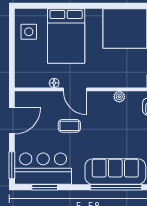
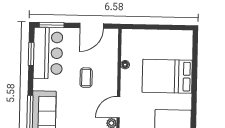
side table: (29, 32) -> (172, 43), removed
door: (75, 89) -> (118, 107), moved
door: (12, 121) -> (92, 26), hinge flipped

